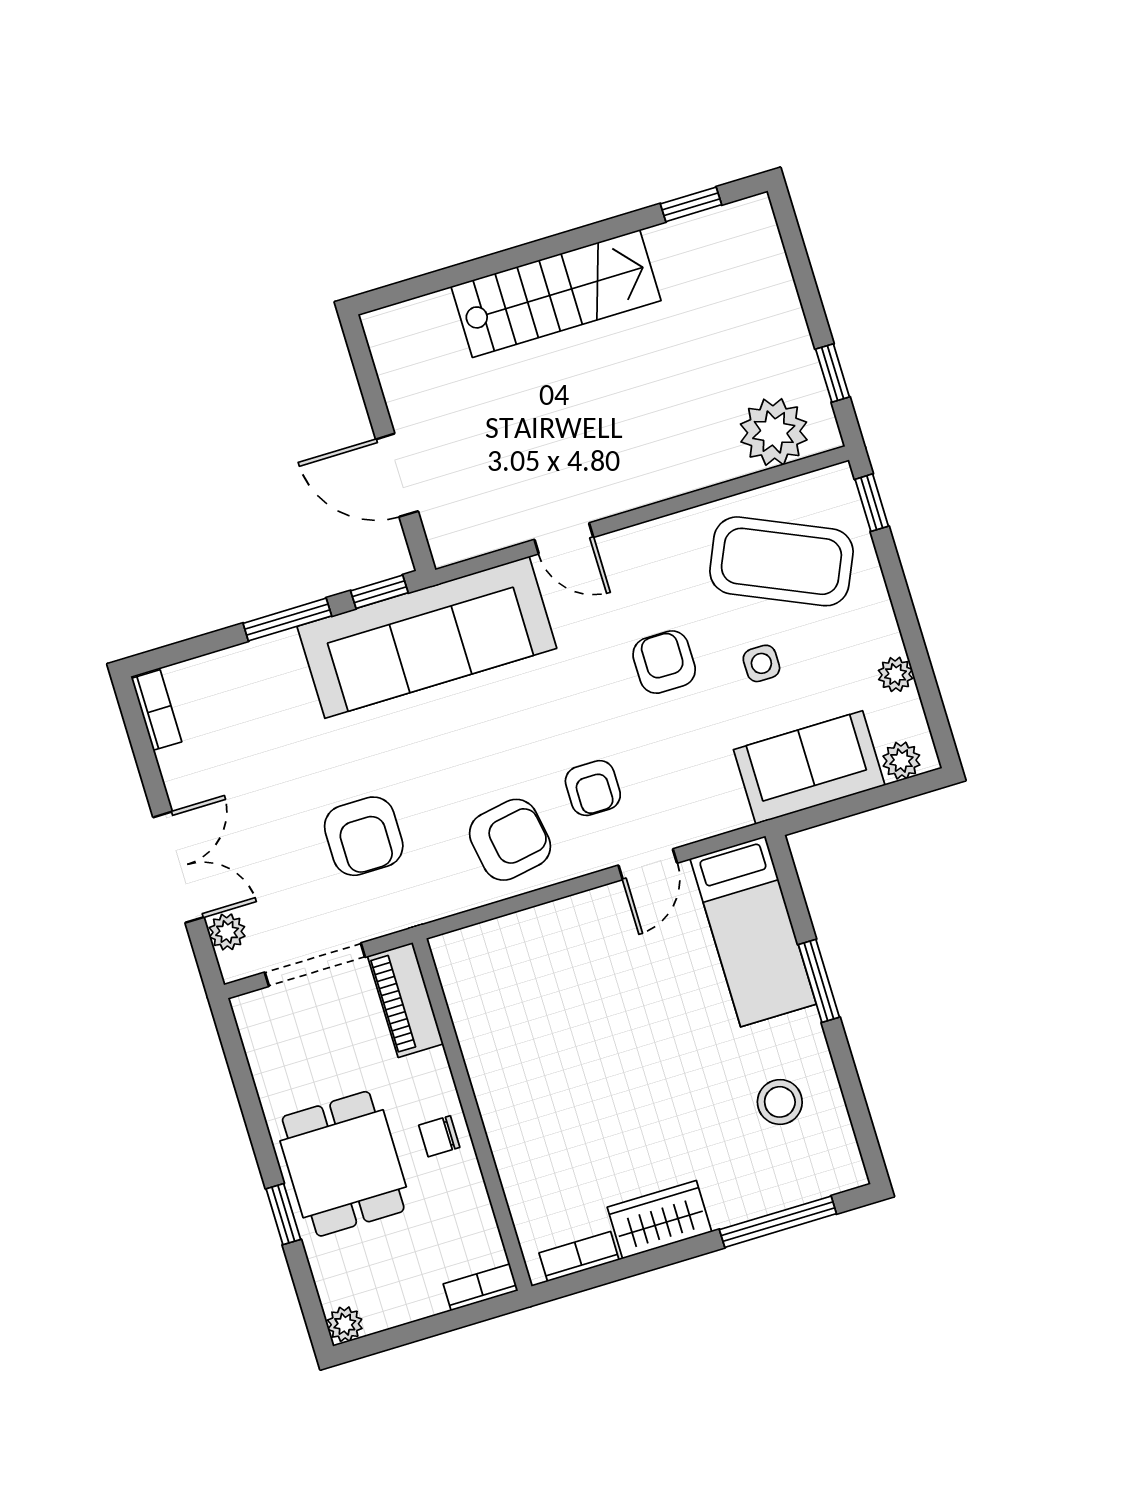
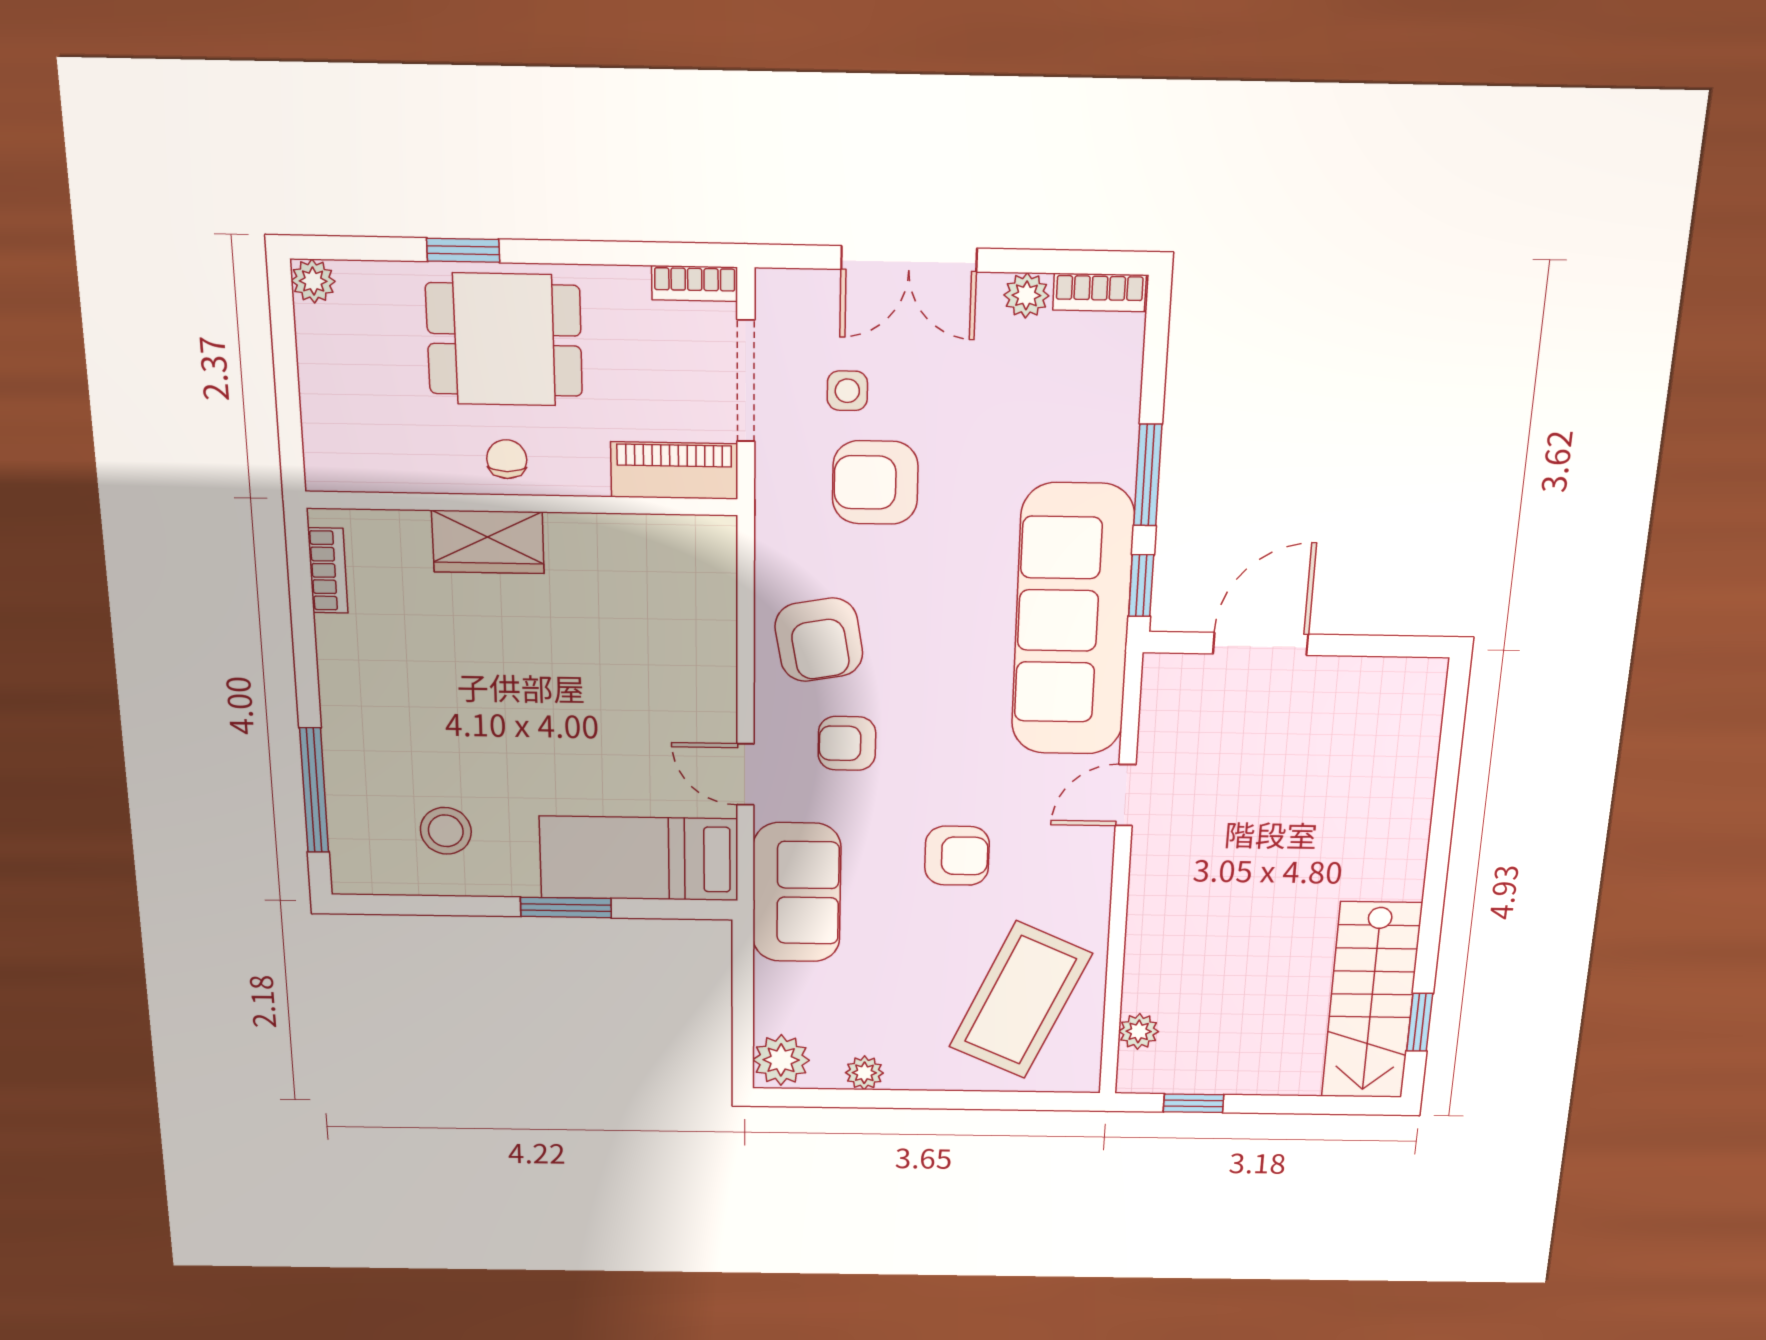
stairs: (556, 294) -> (1371, 1001), moved
plant: (774, 432) -> (1139, 1031), width x0.53, depth x0.53
window: (872, 503) -> (1048, 1101), removed
side table: (761, 663) -> (847, 391), moved
plant: (901, 761) -> (781, 1060), width x1.38, depth x1.38
sofa: (809, 767) -> (797, 893), moved
plant: (227, 932) -> (1026, 295), moved
wardrobe: (659, 1220) -> (488, 542), moved, turned 90
bookcase: (481, 1287) -> (695, 284), moved, turned 90

